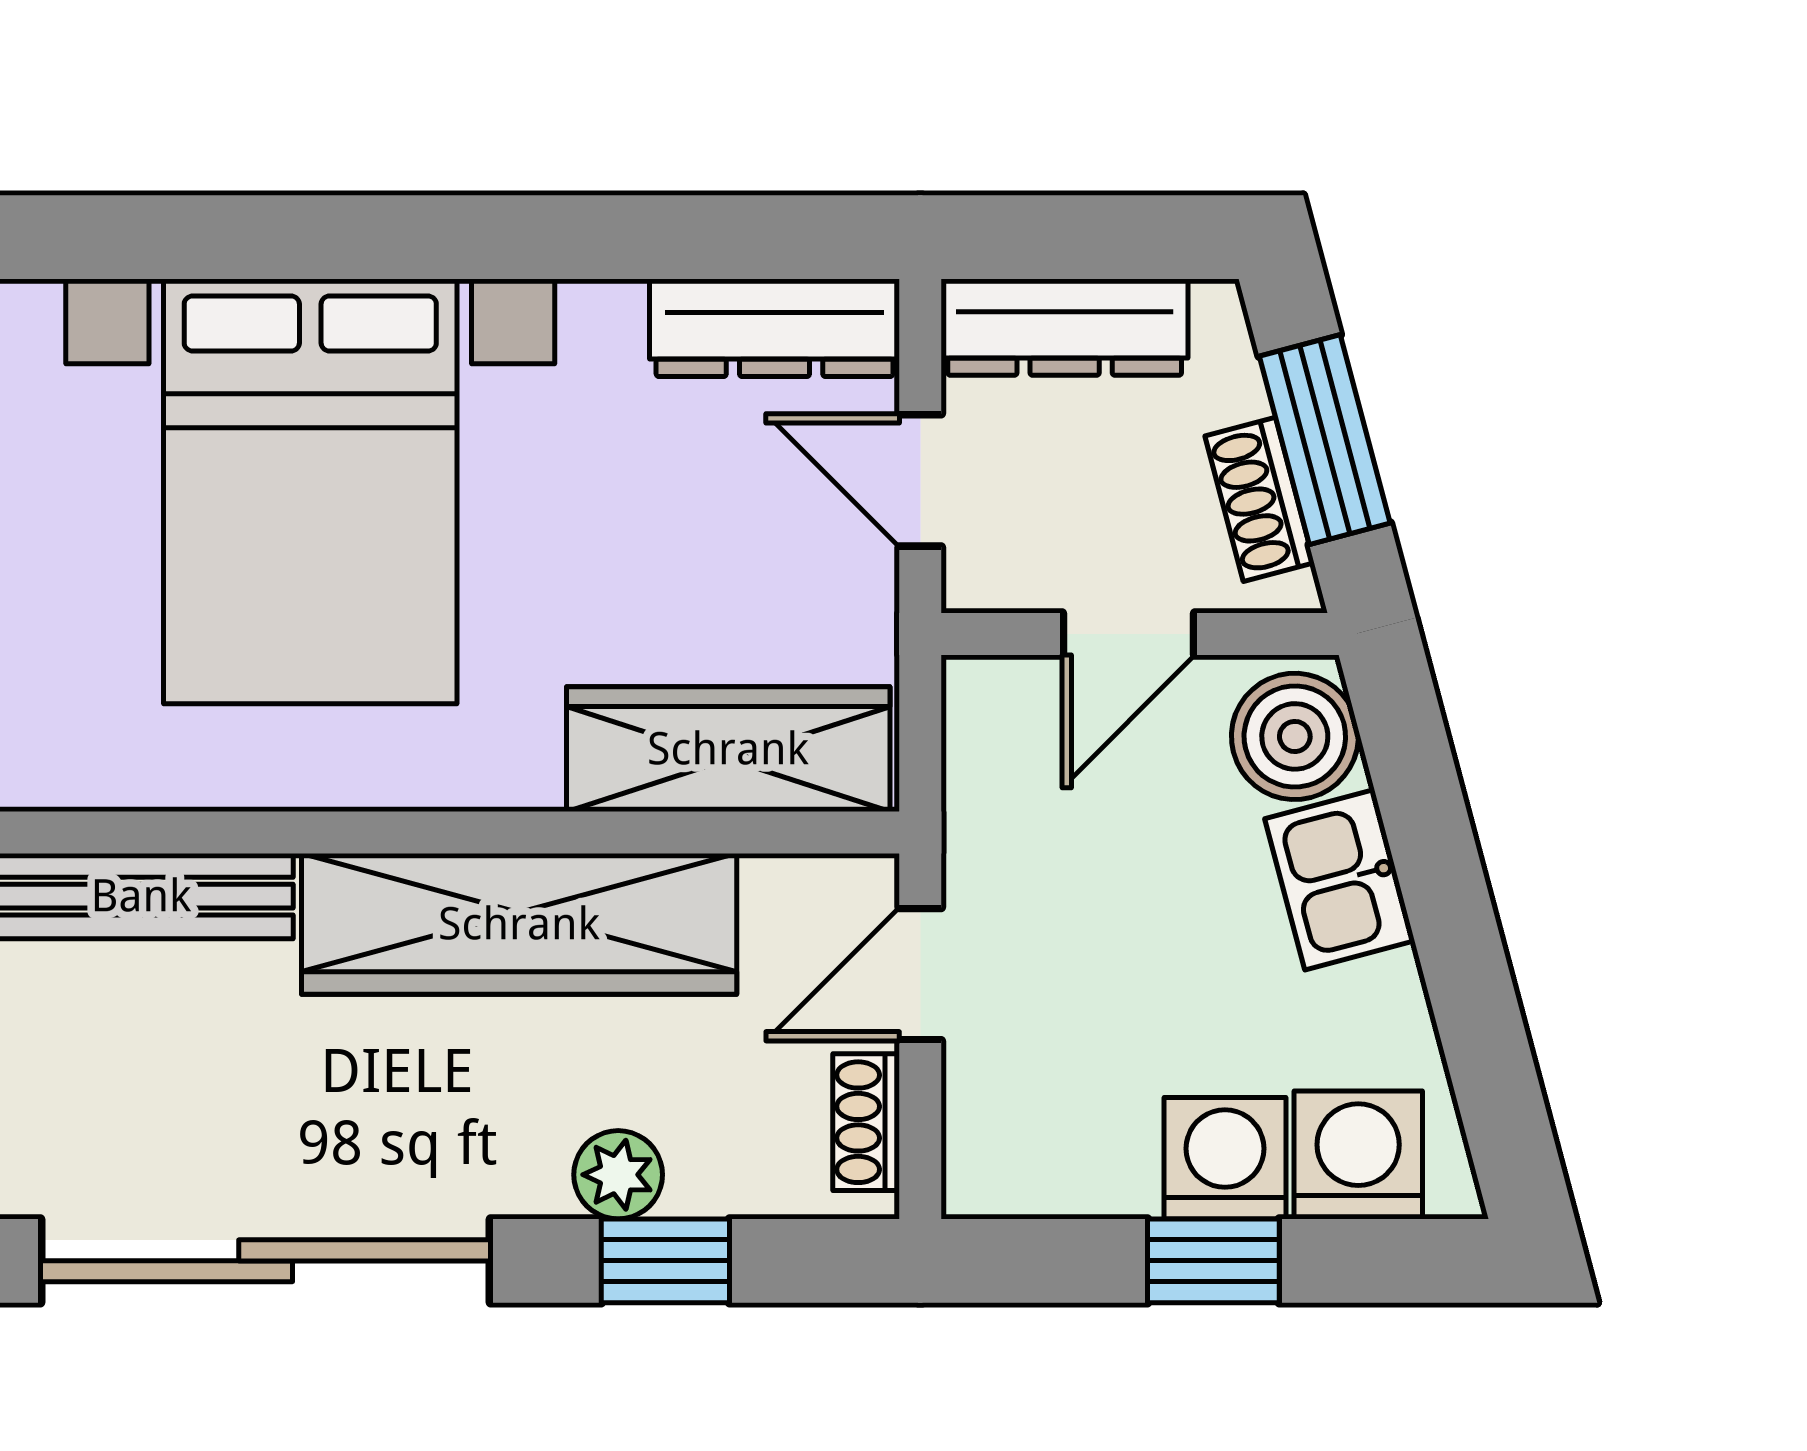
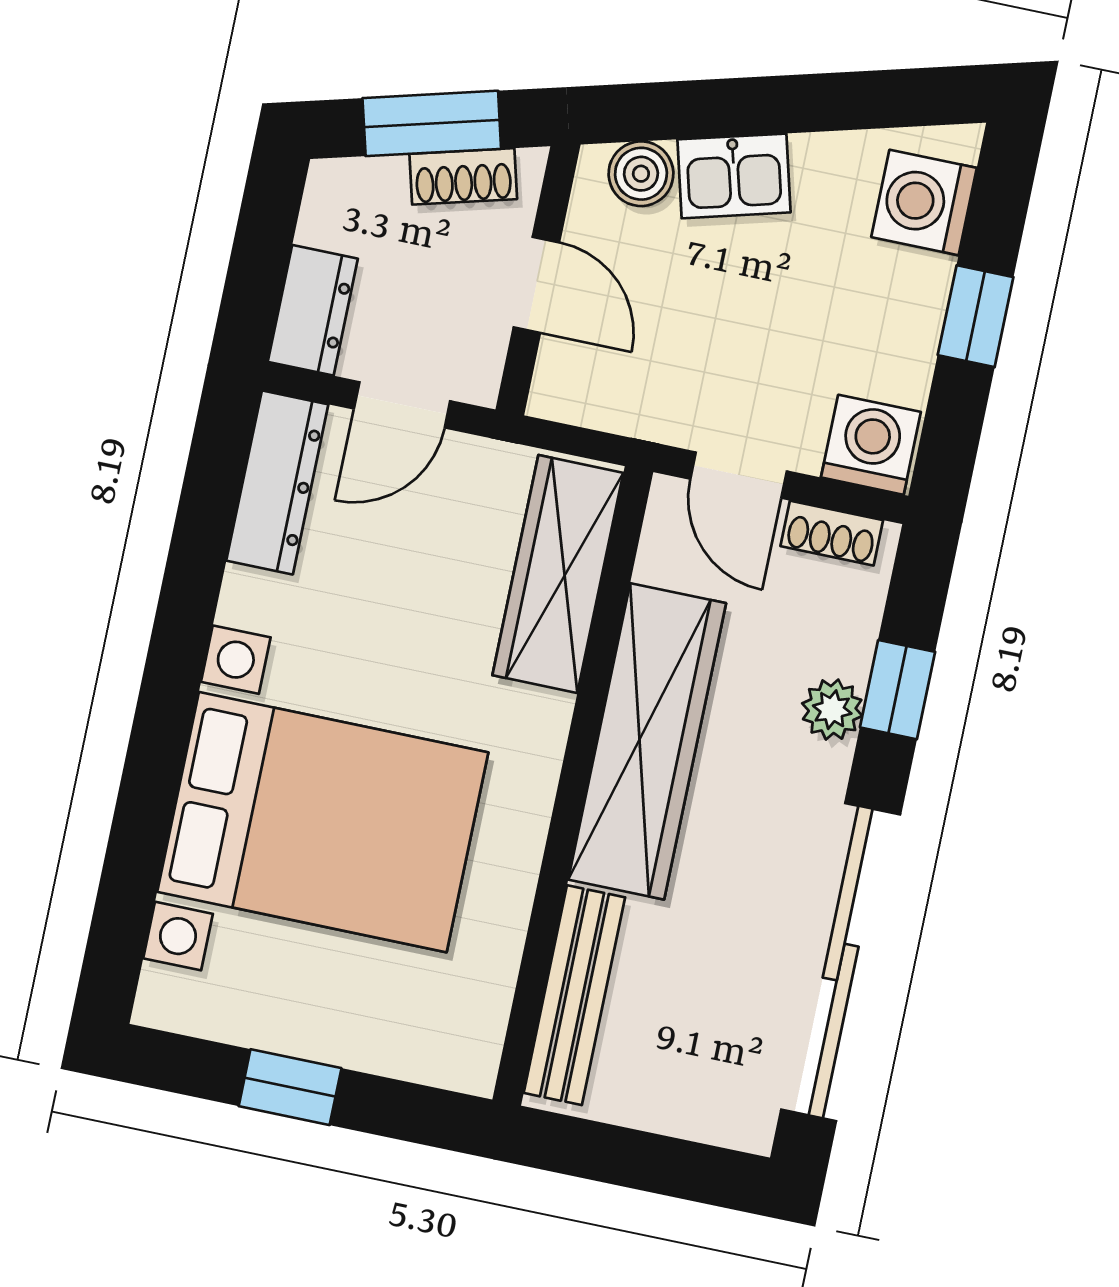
dresser: (1065, 327) -> (313, 310), width x0.70
boiler: (1295, 736) -> (641, 174), width x0.73, depth x0.73
washing machine: (1225, 1158) -> (871, 445), moved, turned 90

